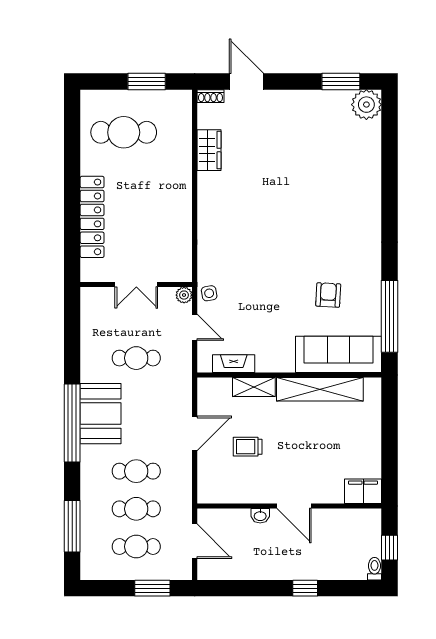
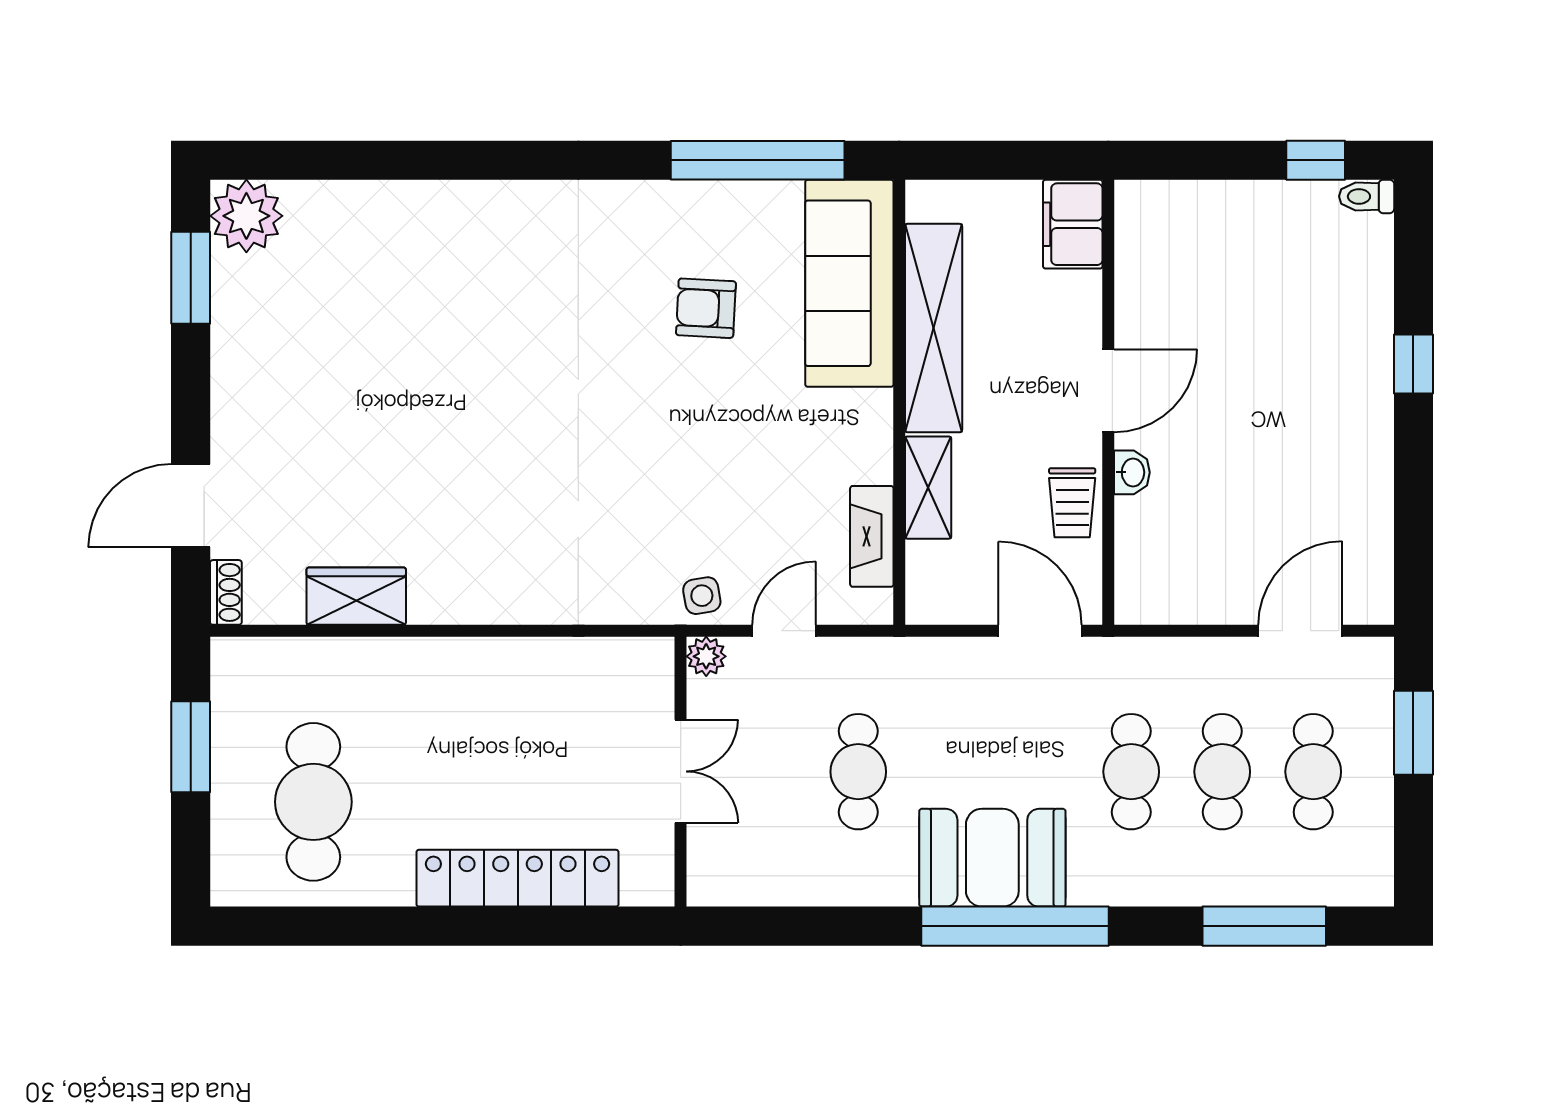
filing cabinet: (363, 491) -> (1073, 224), moved
wall: (289, 506) -> (1108, 402), moved
door: (294, 506) -> (1108, 391), moved
washbasin: (260, 516) -> (1132, 472), moved

